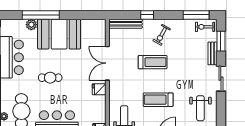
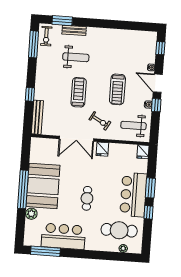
window: (41, 15) -> (23, 189), moved
exercise bike: (162, 35) -> (100, 121), moved
sliding door: (221, 79) -> (101, 23), removed
weight bench: (200, 108) -> (76, 57), moved

